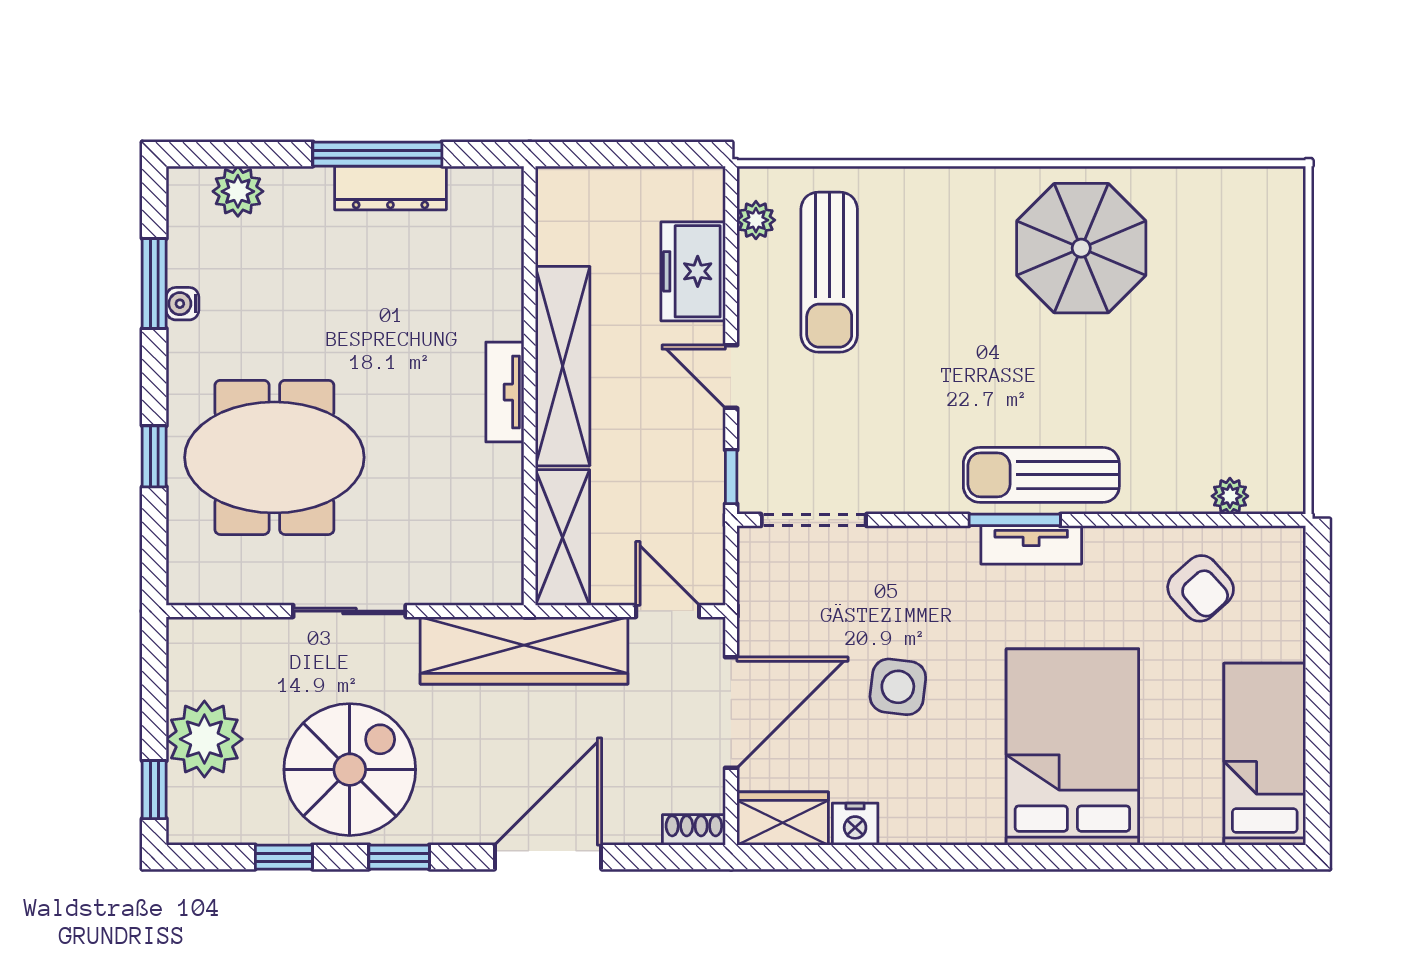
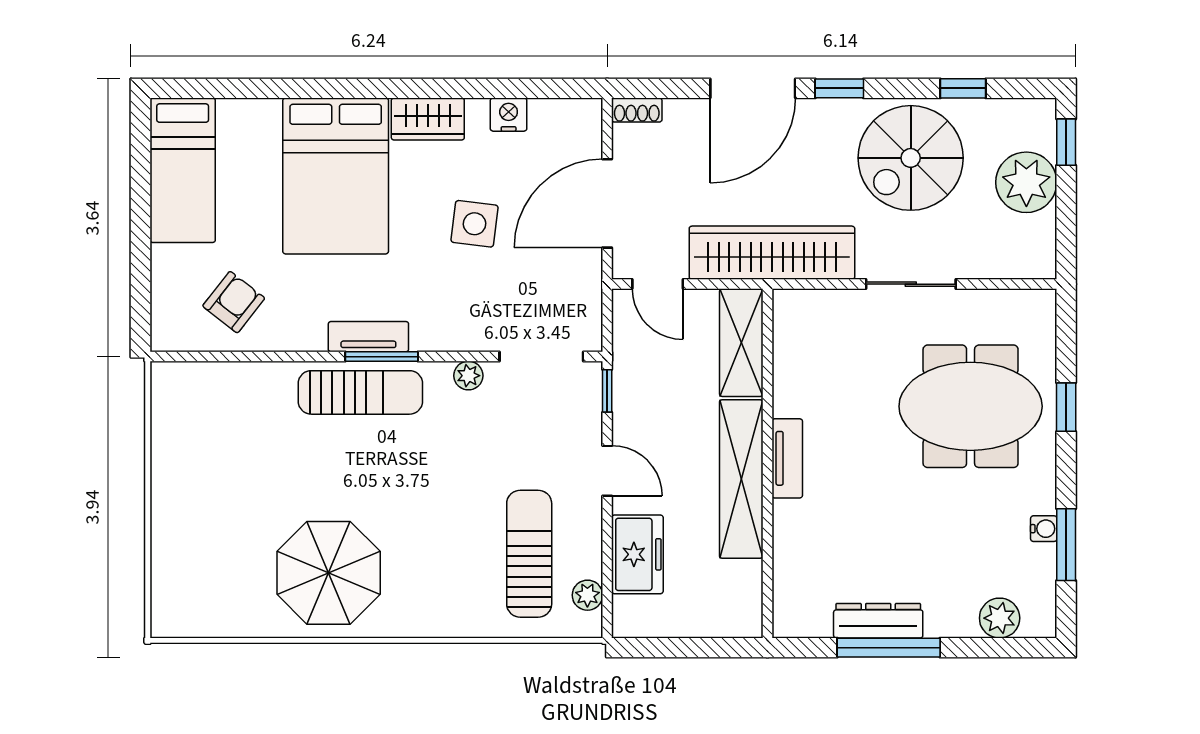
plant: (1230, 496) -> (468, 376), moved
armchair: (1201, 588) -> (234, 302), turned 80
wardrobe: (783, 819) -> (428, 119), moved
window: (399, 857) -> (839, 88), moved

